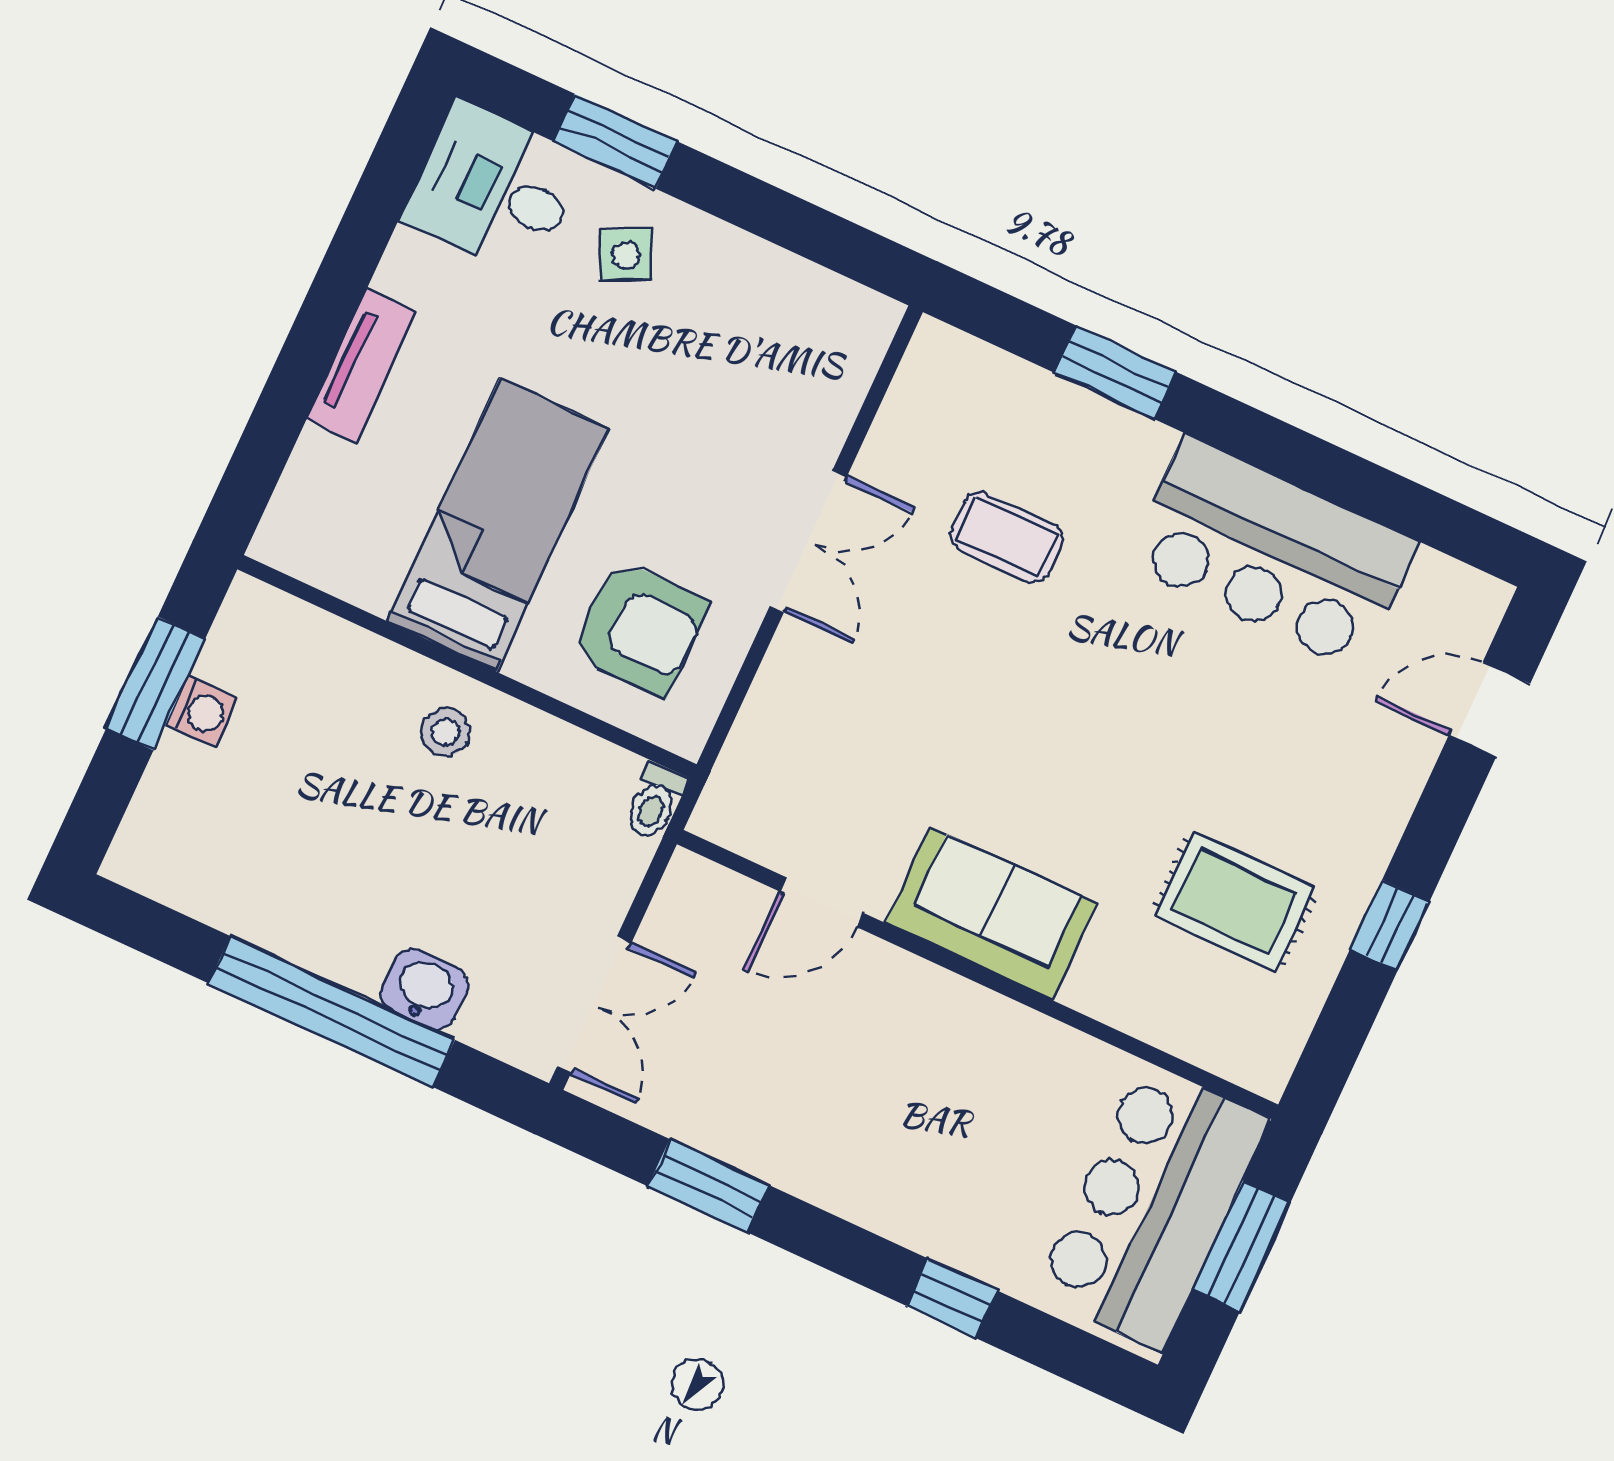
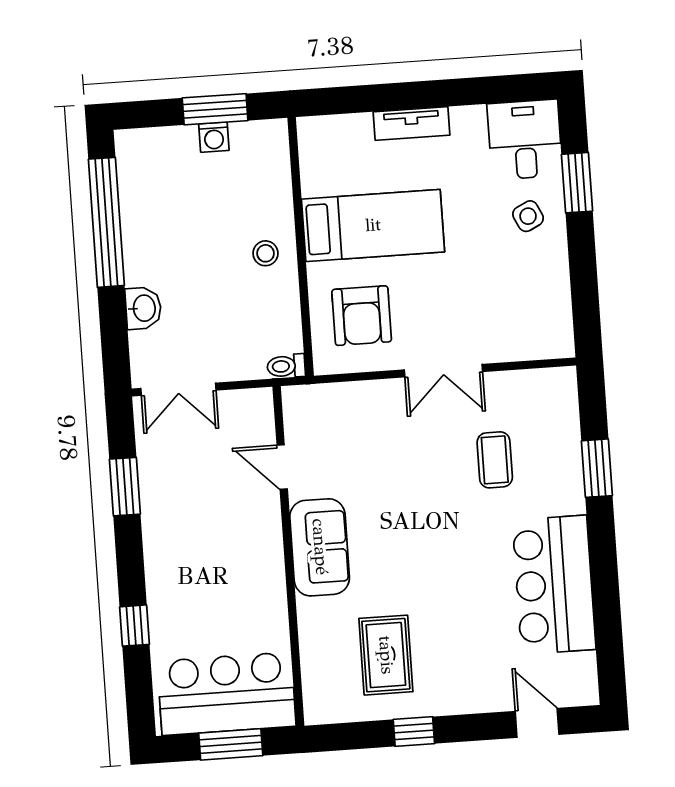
window: (332, 1012) -> (106, 222), moved

